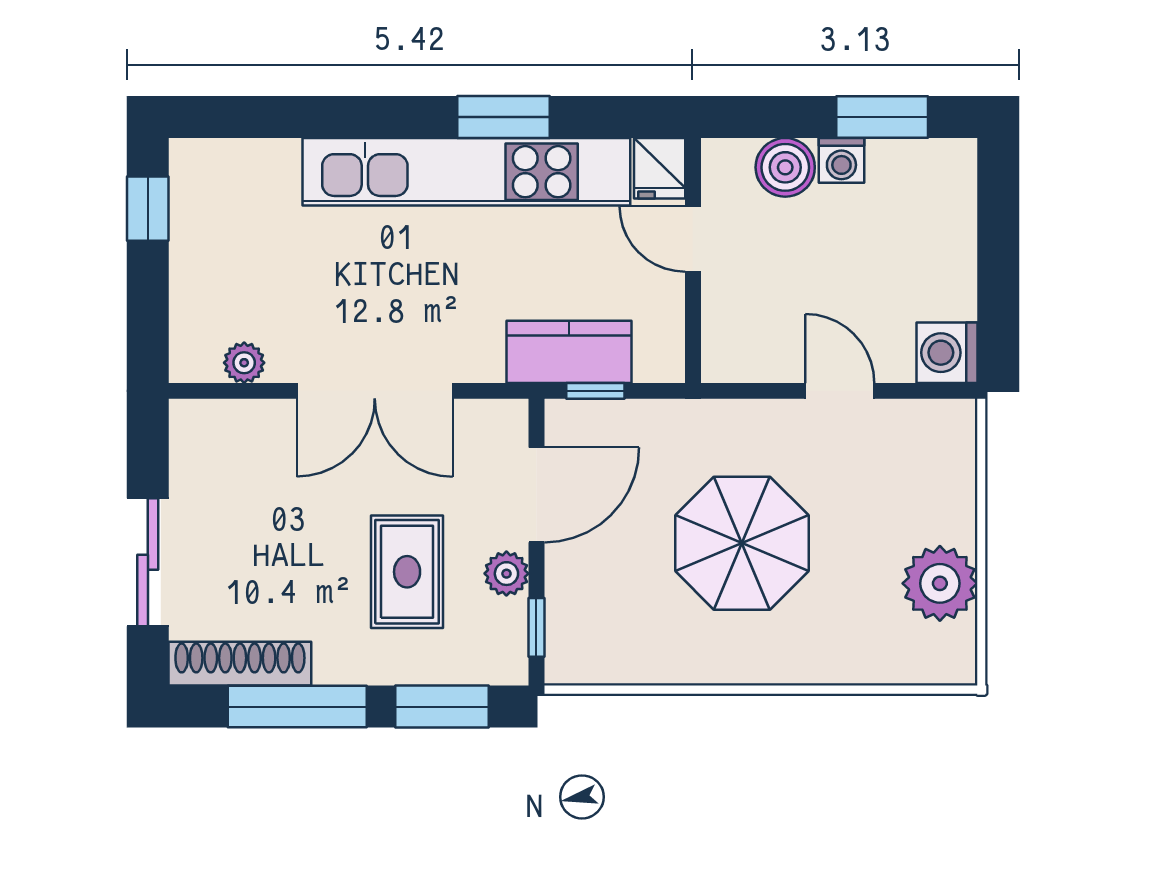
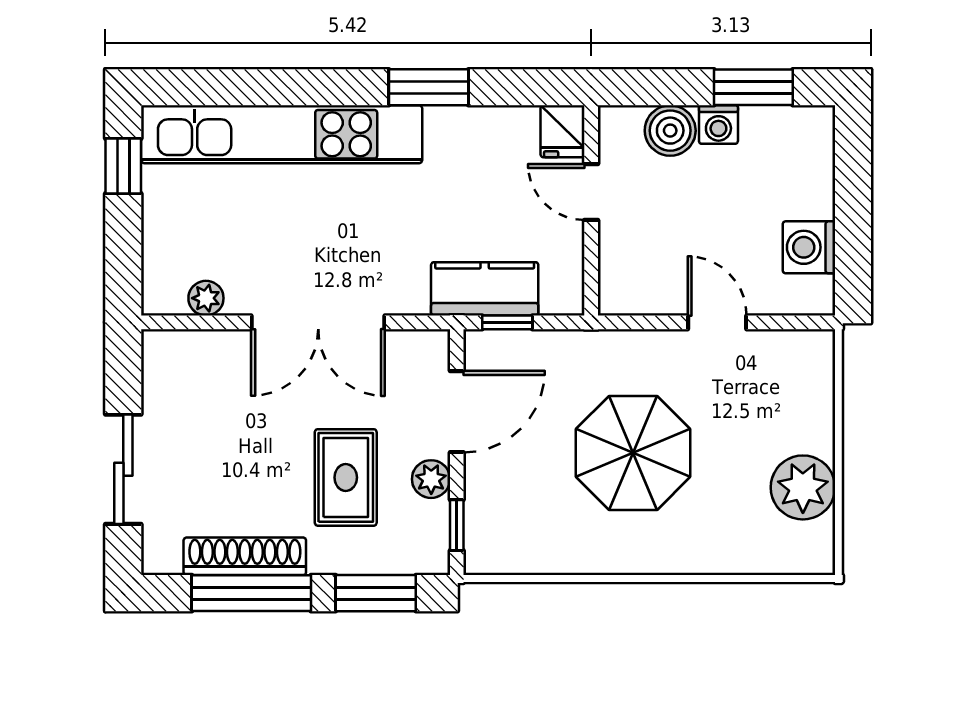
kitchen unit: (466, 172) -> (282, 134), moved
washing machine: (947, 353) -> (809, 247), moved
shoe rack: (240, 664) -> (245, 556), moved

